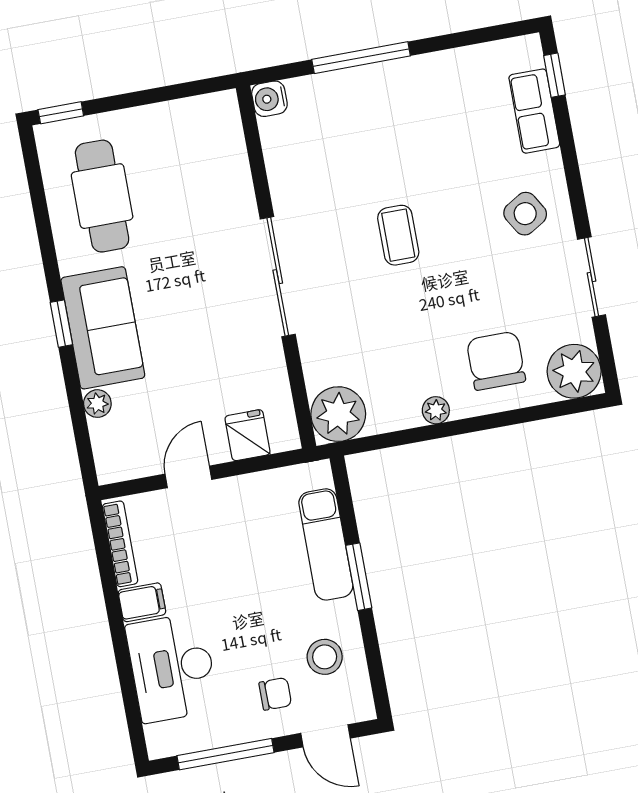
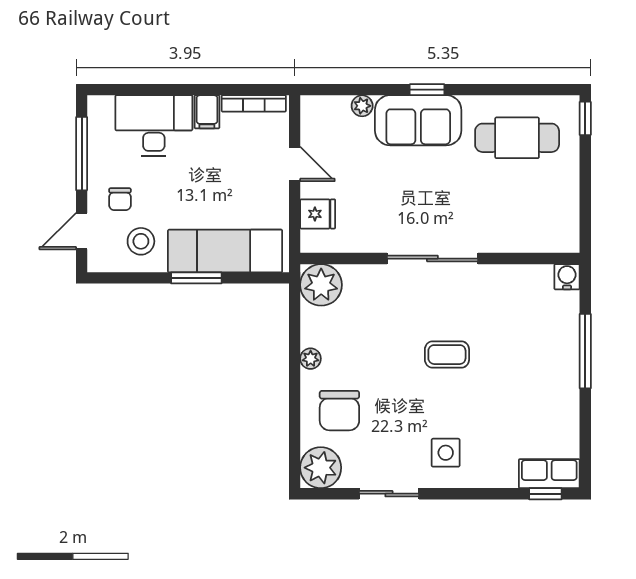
row of seats: (534, 111) -> (549, 474), moved
side table: (525, 214) -> (446, 453), turned 31
chair: (496, 361) -> (339, 411), turned 90
exam couch: (326, 544) -> (225, 251), width x1.36, depth x1.45

